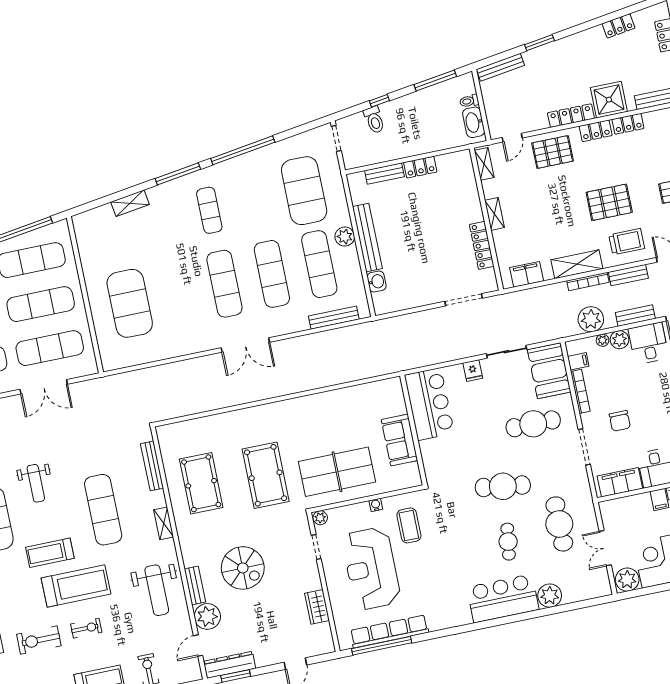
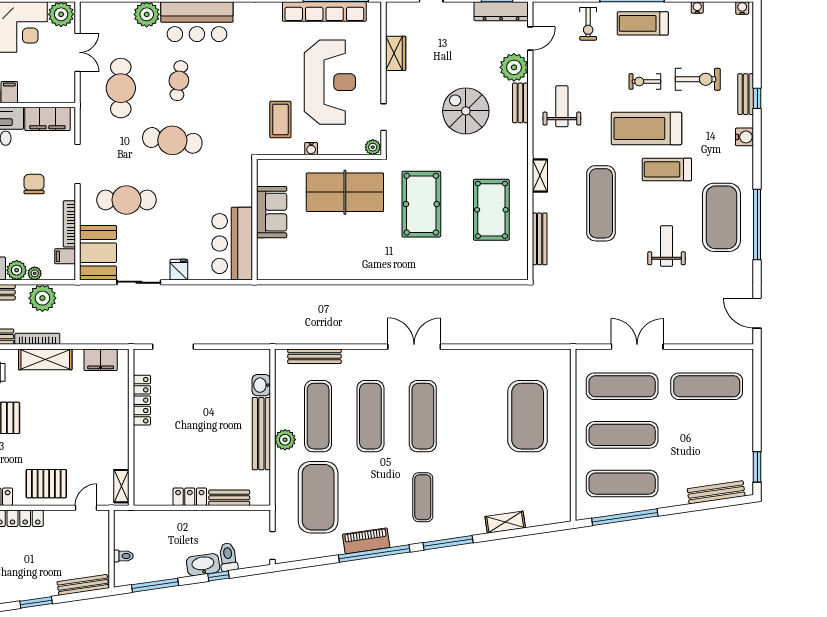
washbasin: (474, 122) -> (203, 565), moved, turned -98
piano: (252, 160) -> (366, 541), added
shelving: (494, 214) -> (121, 431), removed
treadmill: (50, 553) -> (667, 169), turned 180
weight bench: (157, 590) -> (562, 106), width x0.73, depth x0.75

